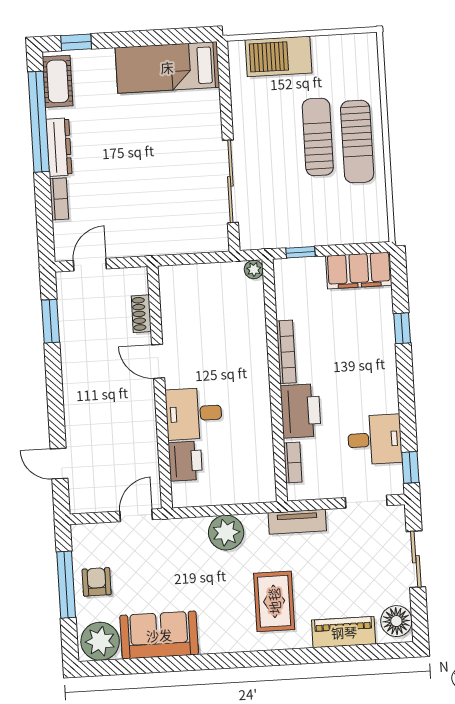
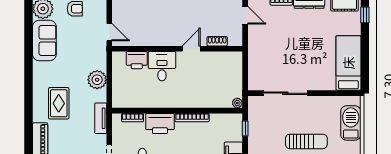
rug: (274, 601) -> (59, 103), turned 90

